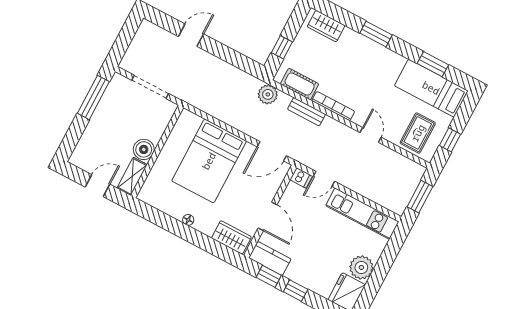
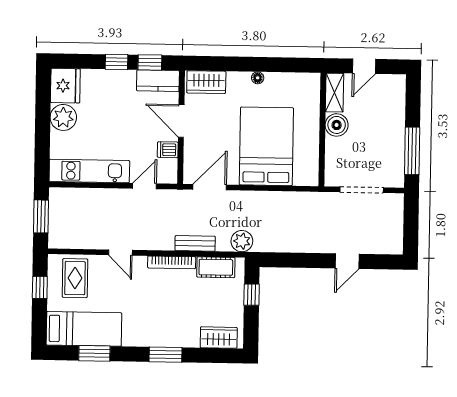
dishwasher: (301, 178) -> (168, 150), moved

